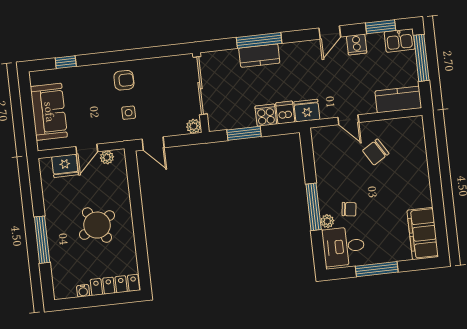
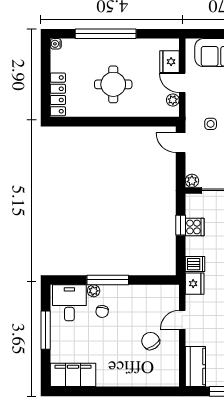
cooker: (266, 115) -> (195, 227), moved
window: (244, 133) -> (181, 225), width x0.67
door: (153, 143) -> (181, 143), hinge flipped
round table: (97, 225) -> (113, 84), turned 31
window: (42, 240) -> (106, 34), width x1.46
water cooler: (83, 291) -> (56, 44), moved

